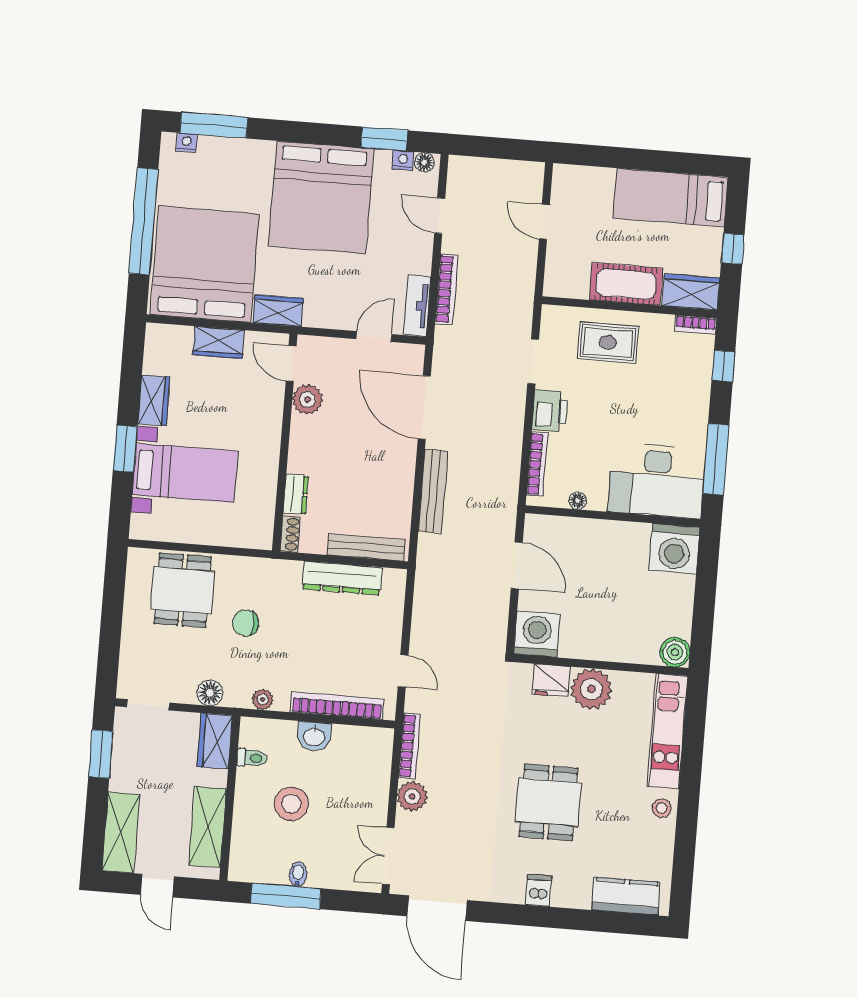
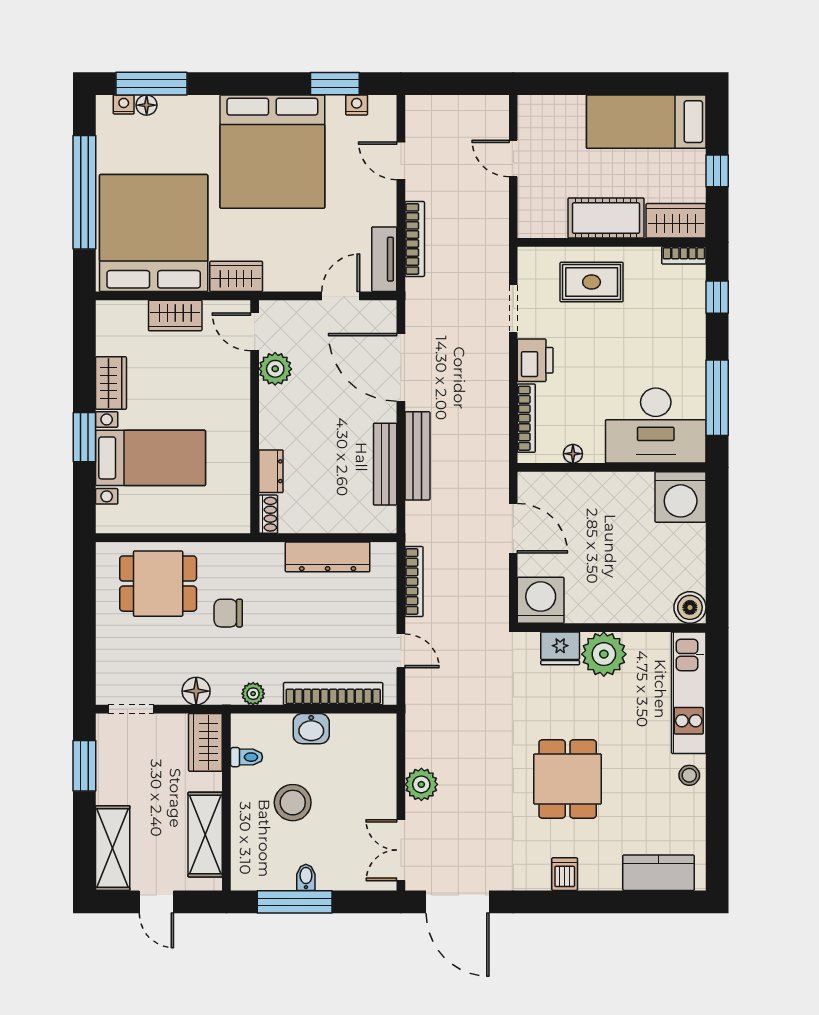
floor lamp: (424, 162) -> (147, 105), moved
bench: (366, 547) -> (385, 464), moved, turned 90
dining table: (183, 590) -> (158, 584), turned 90
bookcase: (409, 746) -> (414, 582), moved

